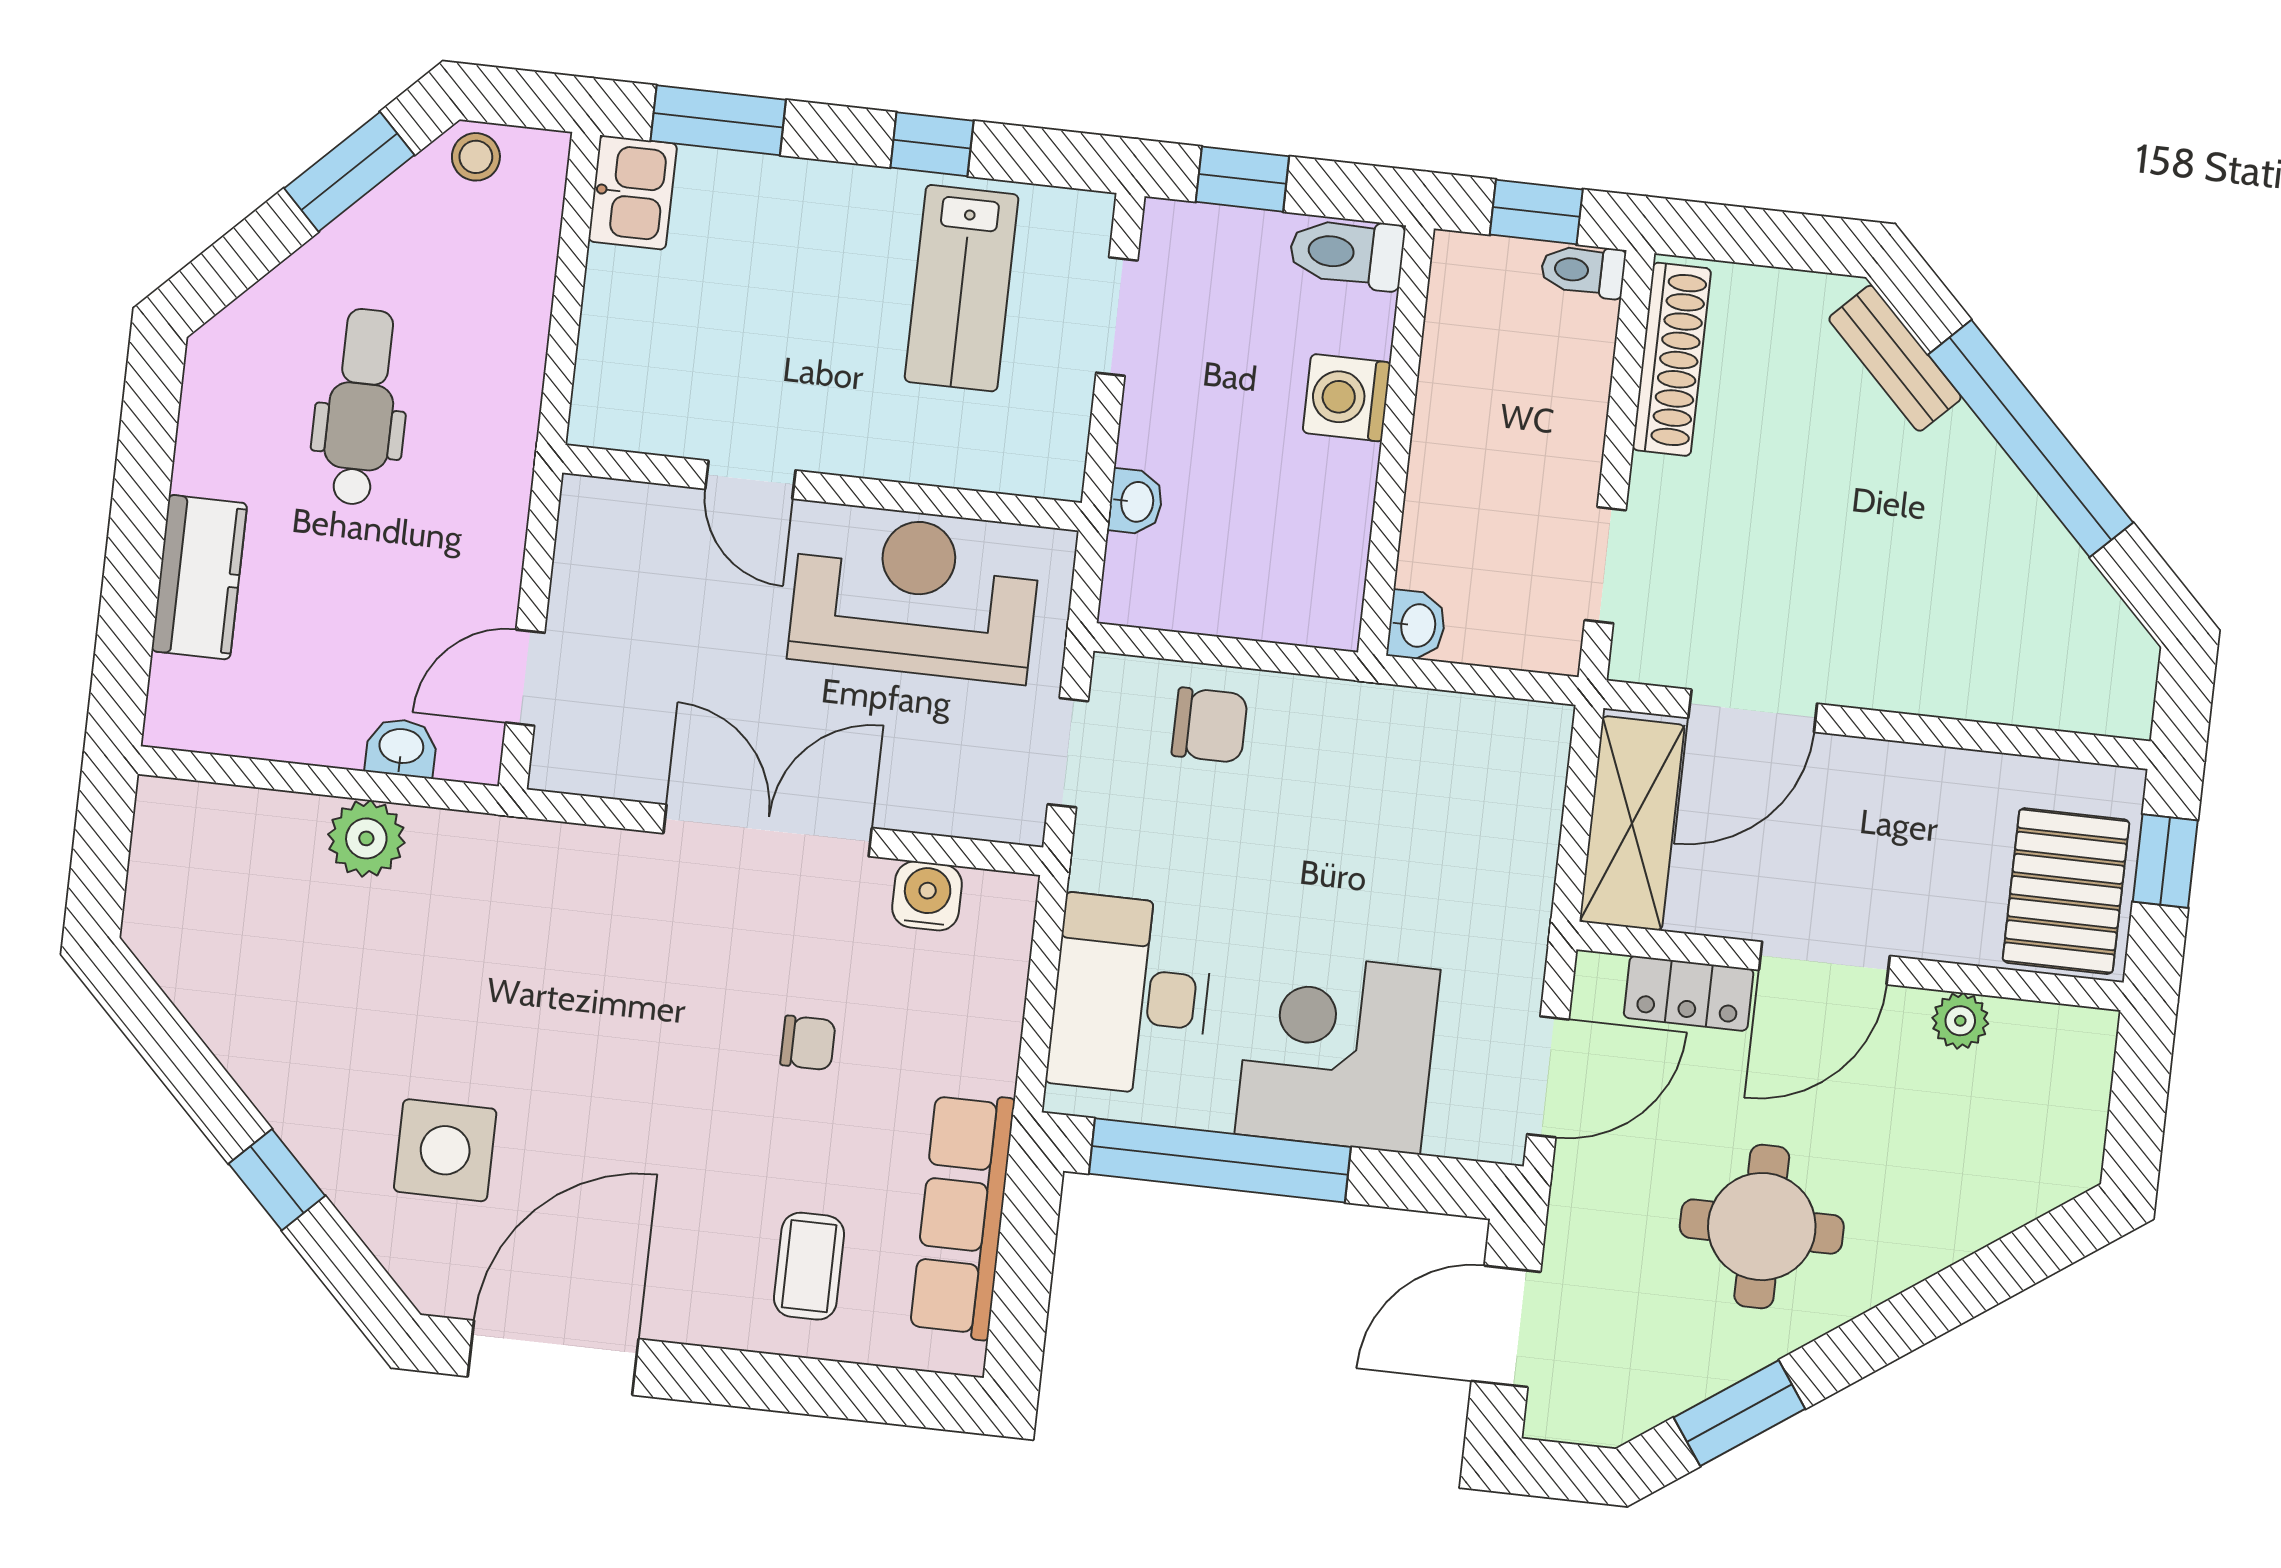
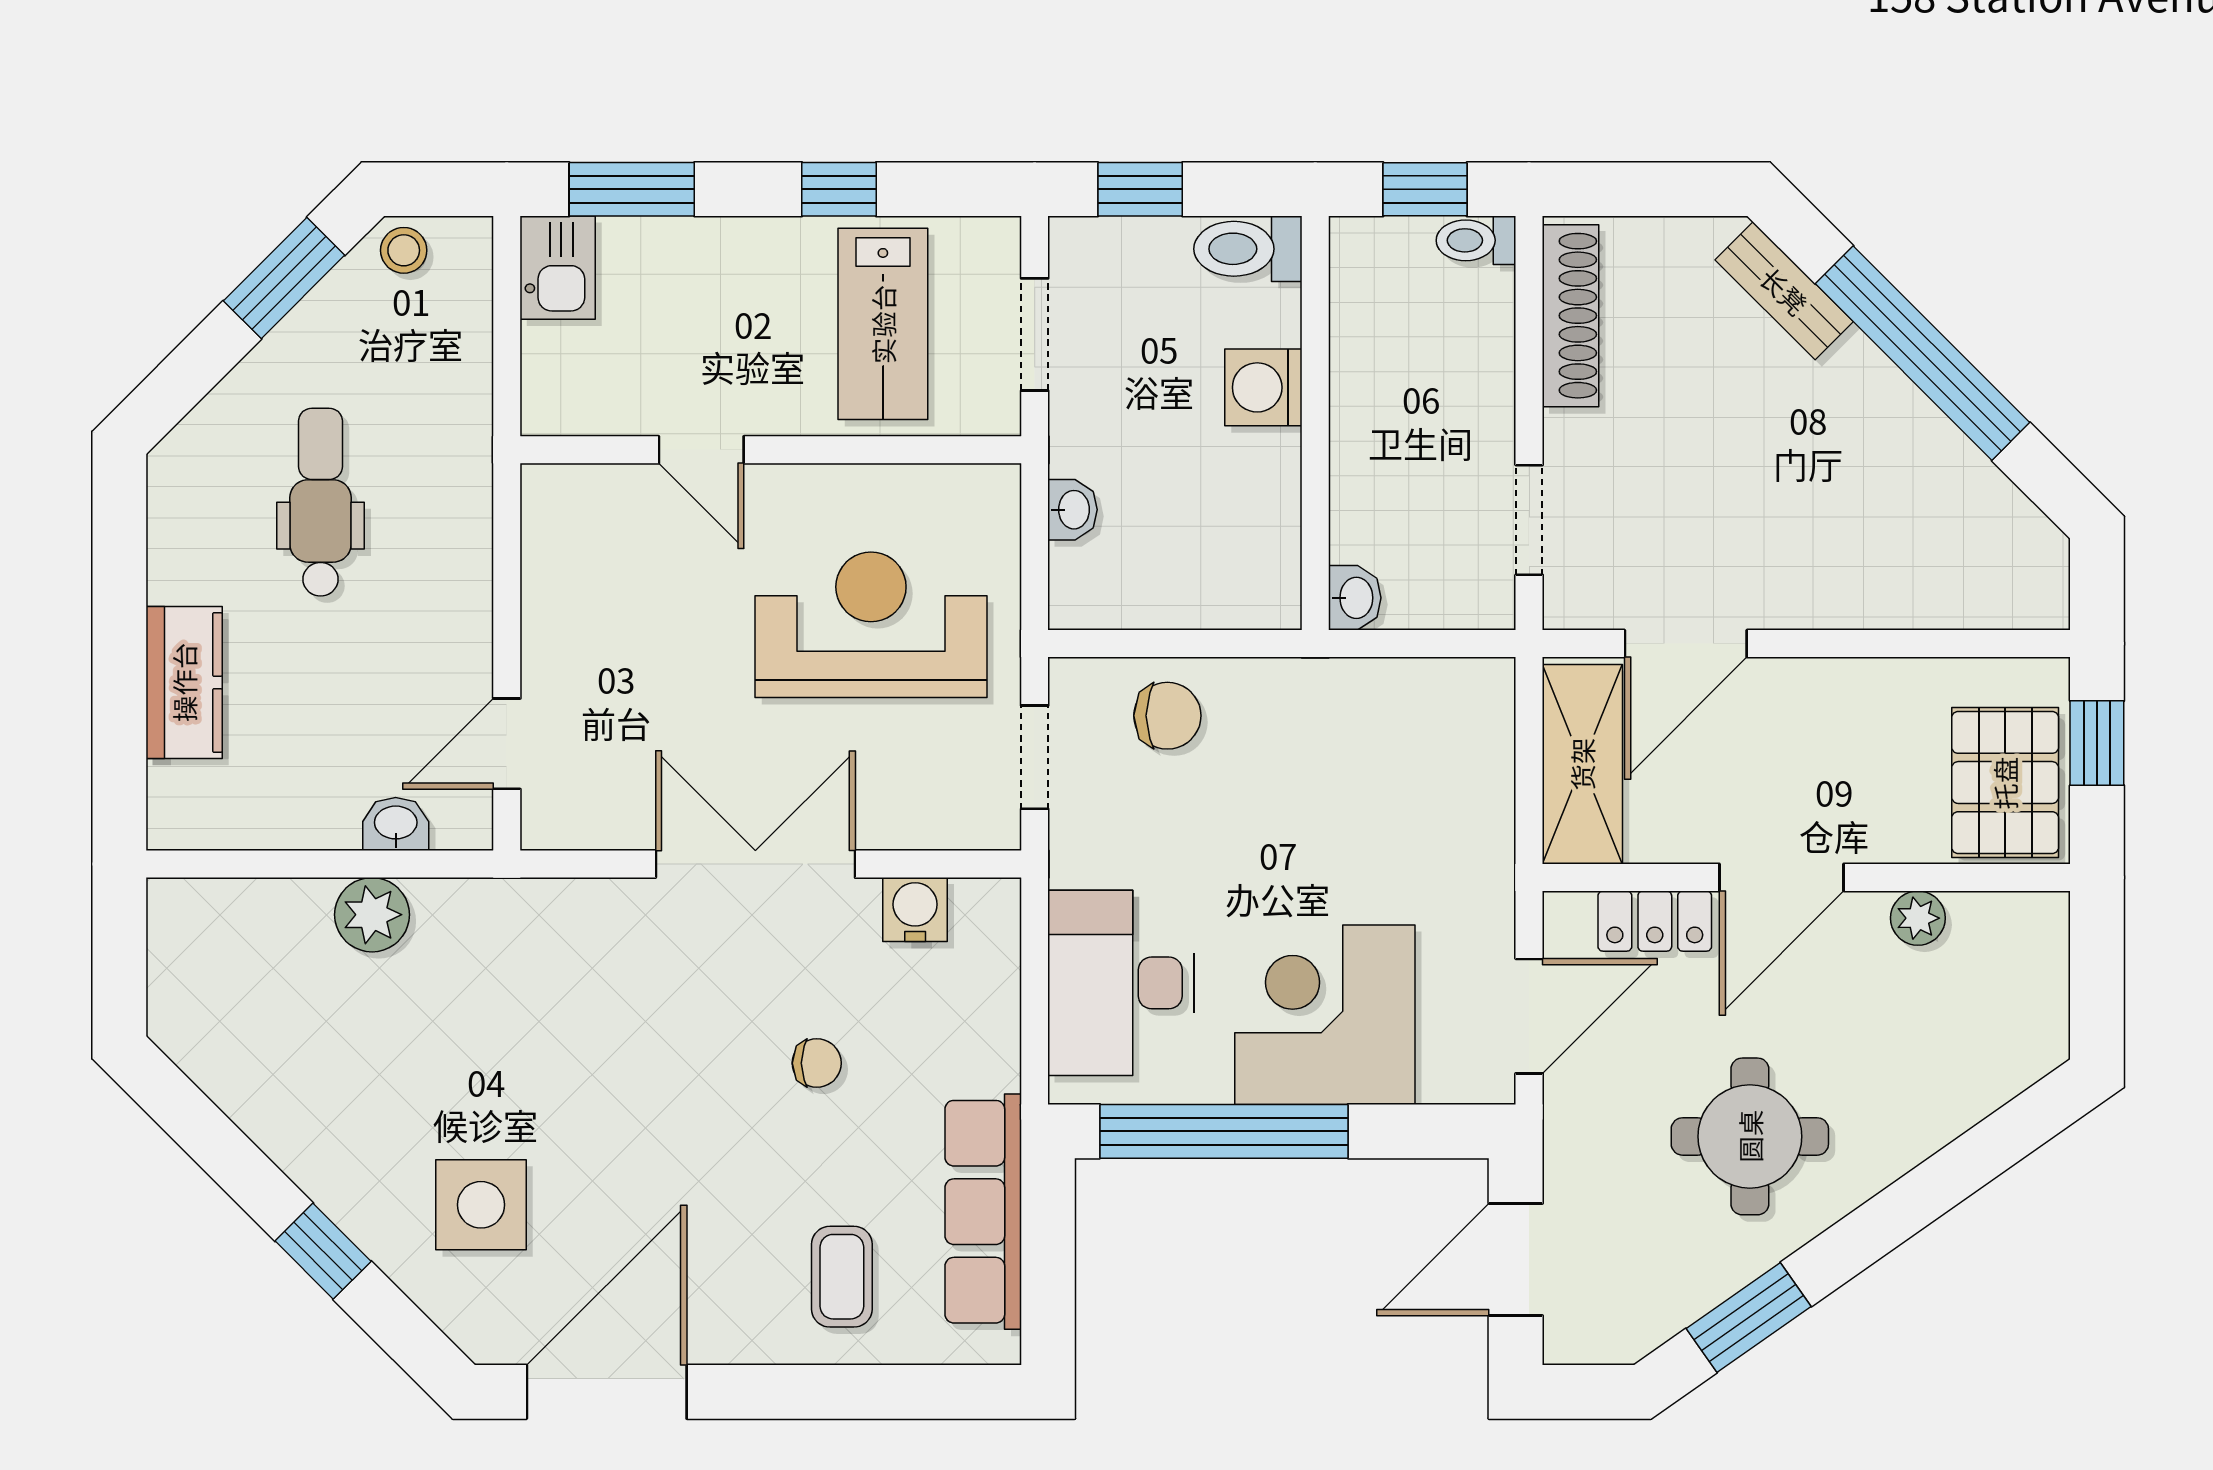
door: (750, 480) -> (701, 450), moved
wall: (822, 488) -> (771, 450), moved

